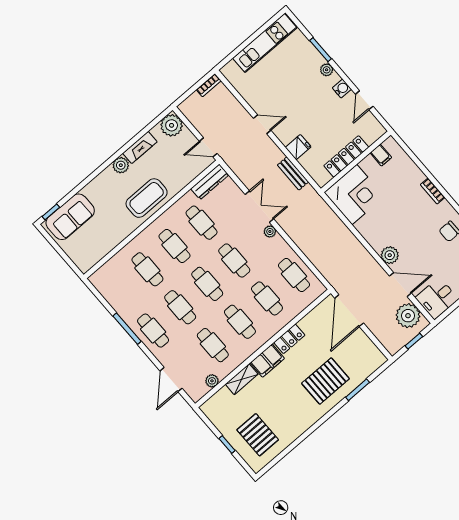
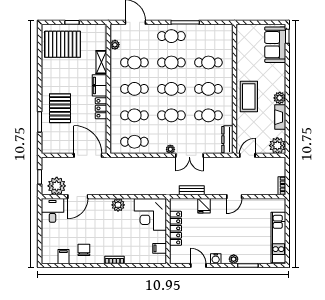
plant: (390, 255) -> (118, 205), moved
pallet: (258, 435) -> (63, 44), width x1.37, depth x1.41

